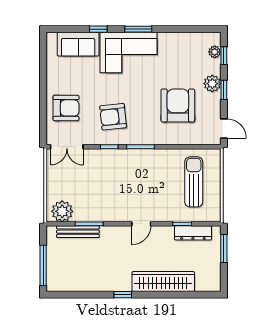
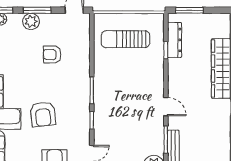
window: (224, 90) -> (37, 10), width x1.50
armchair: (178, 106) -> (52, 55), width x0.53, depth x0.53
armchair: (113, 117) -> (43, 114), moved
door: (141, 224) -> (166, 107), moved

